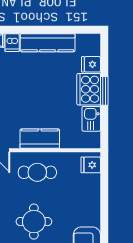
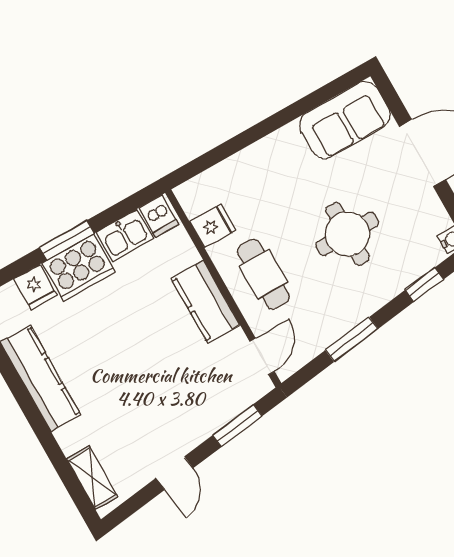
dishwasher: (12, 43) -> (159, 216), moved, turned 90
fridge: (91, 165) -> (213, 226), moved, turned -90

